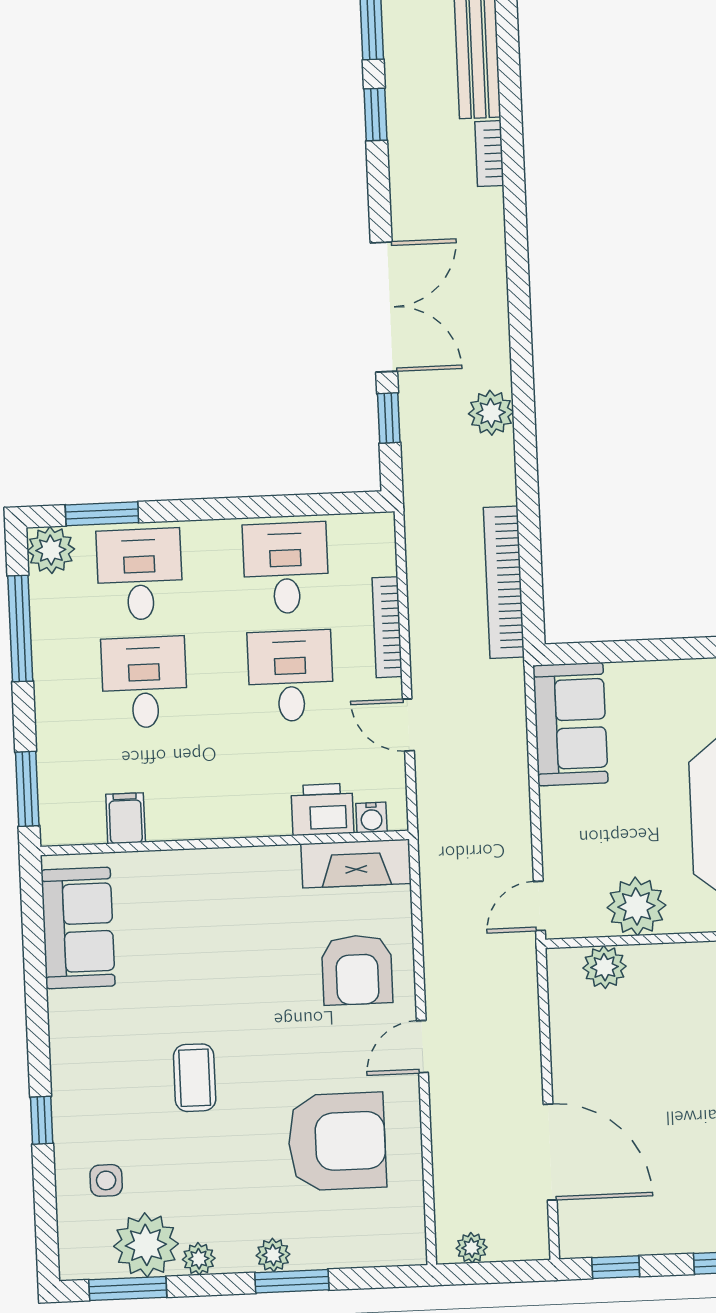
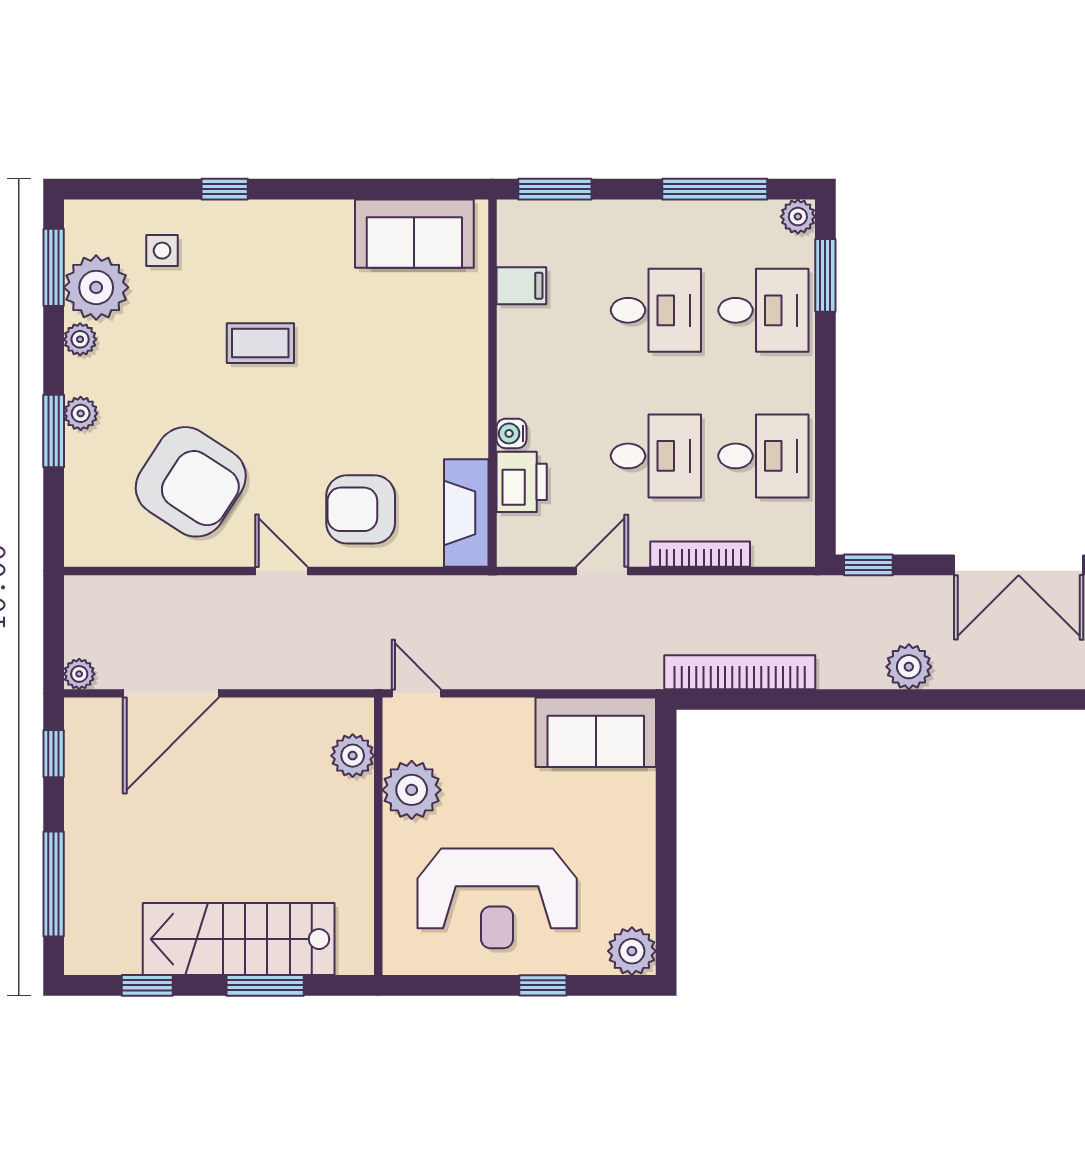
window: (389, 418) -> (868, 565), moved
plant: (51, 550) -> (798, 217), width x0.73, depth x0.73
water cooler: (371, 818) -> (511, 433), moved
armchair: (337, 1141) -> (191, 482), turned -57
plant: (472, 1248) -> (79, 674), moved

